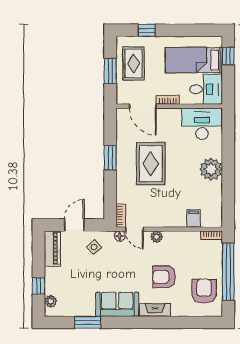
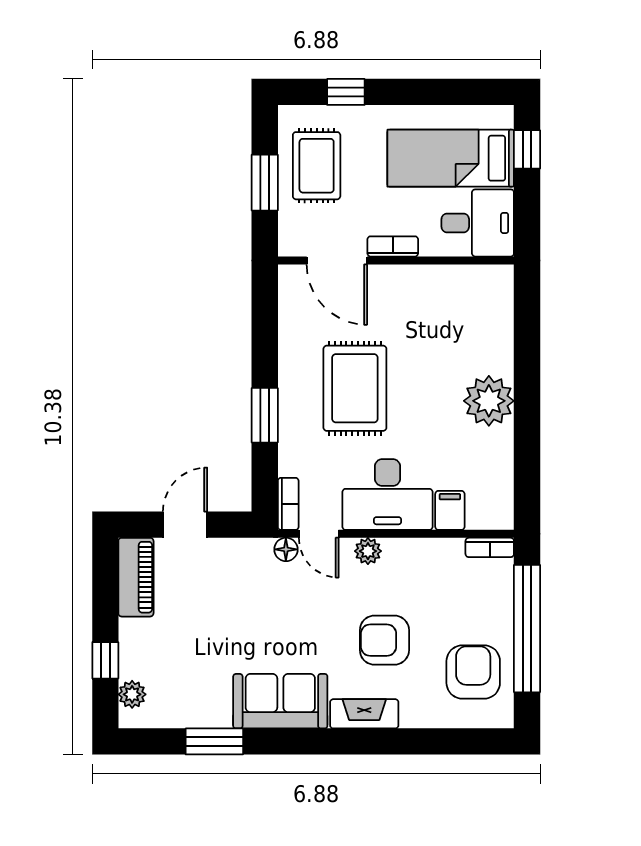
desk: (202, 124) -> (387, 494), moved, turned 180
window: (110, 158) -> (265, 415), moved
side table: (94, 247) -> (229, 574), removed

